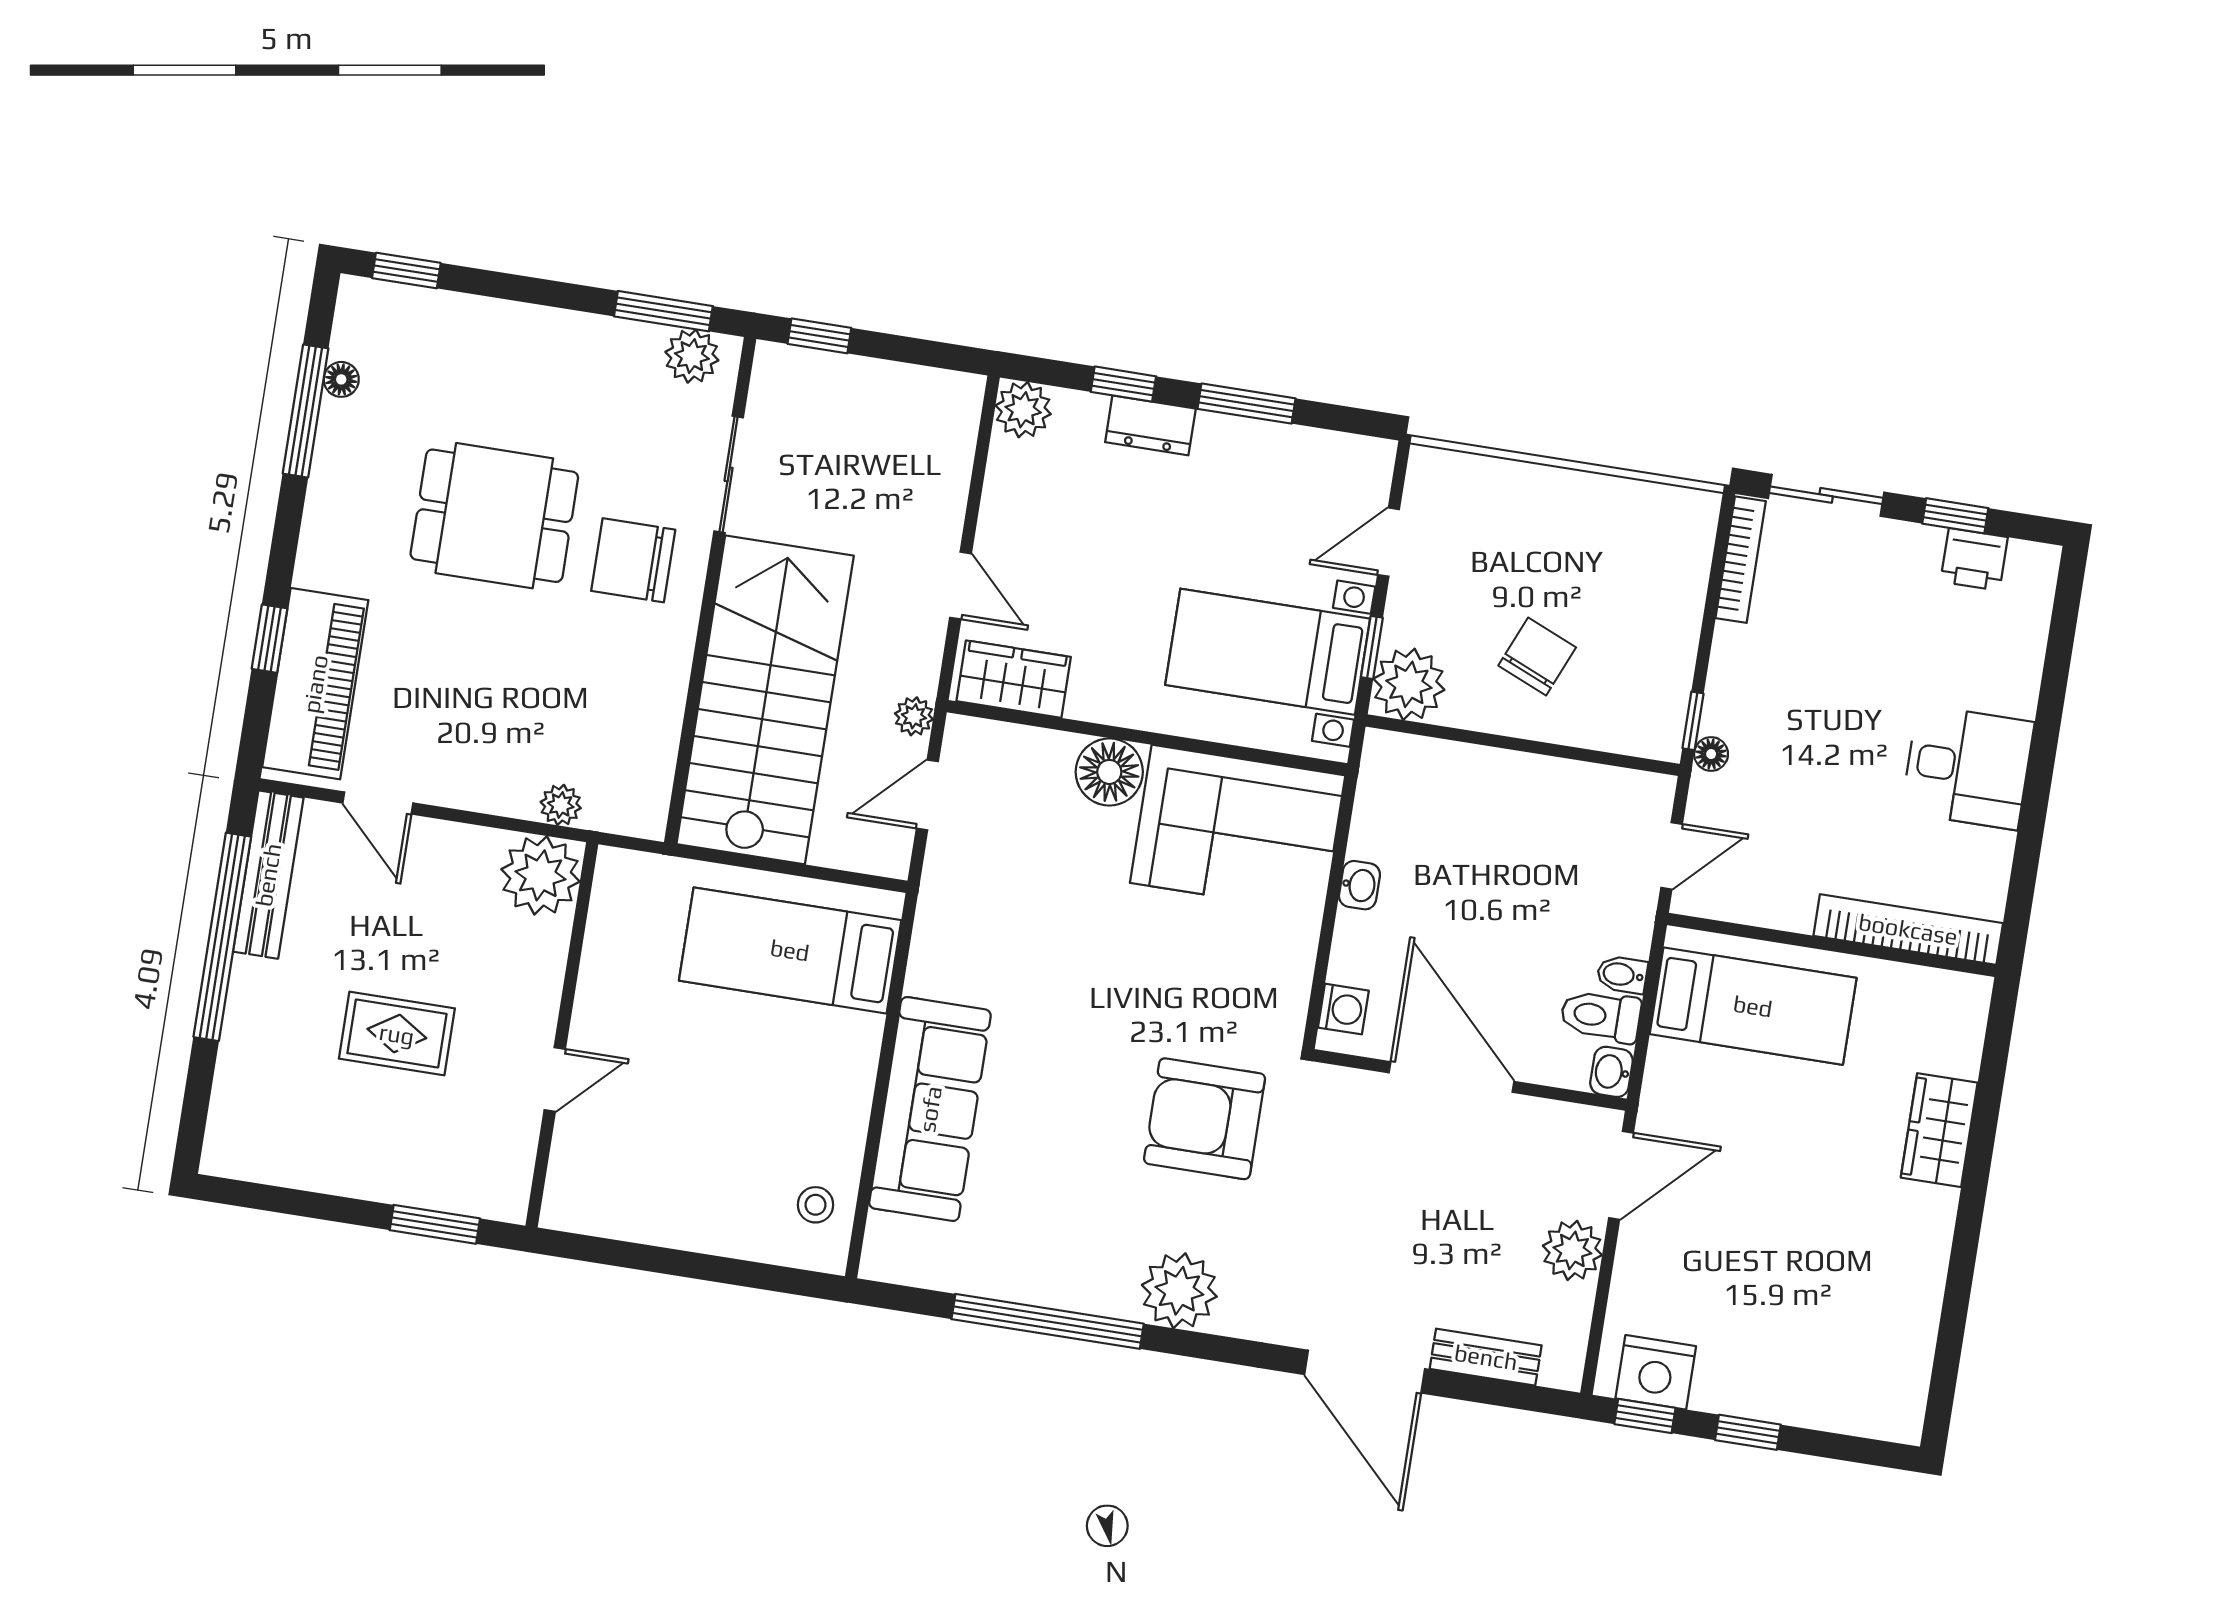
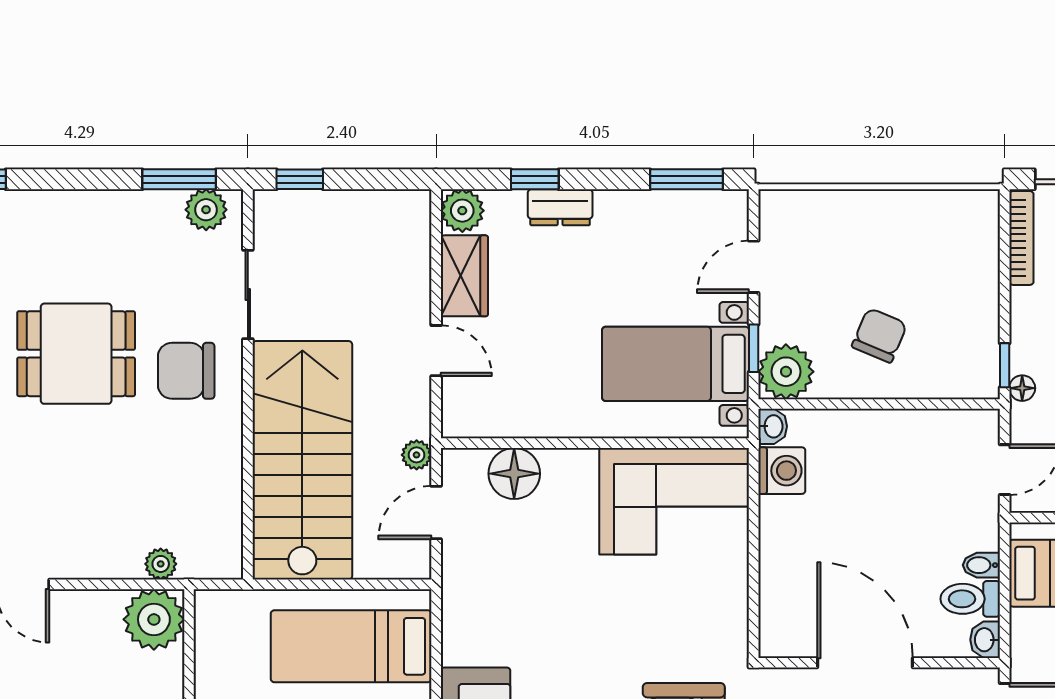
window: (1247, 404) -> (686, 179), moved
wardrobe: (1014, 679) -> (464, 276), moved, turned 90
floor lamp: (1109, 772) -> (514, 474), moved
washbasin: (1359, 885) -> (773, 426), moved
washing machine: (1343, 1009) -> (782, 471), moved, width x1.38, depth x1.38

